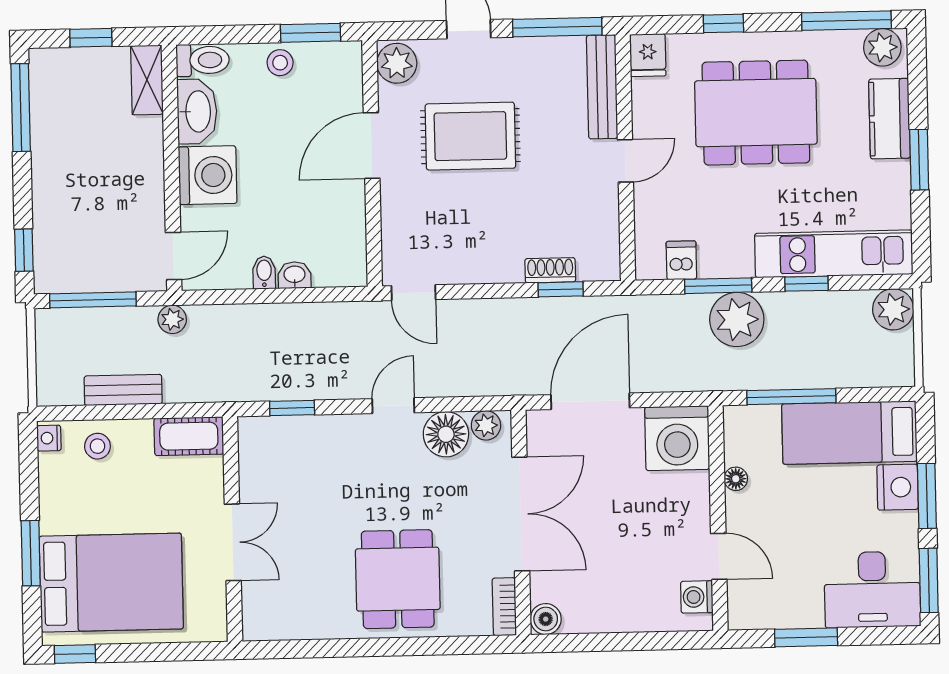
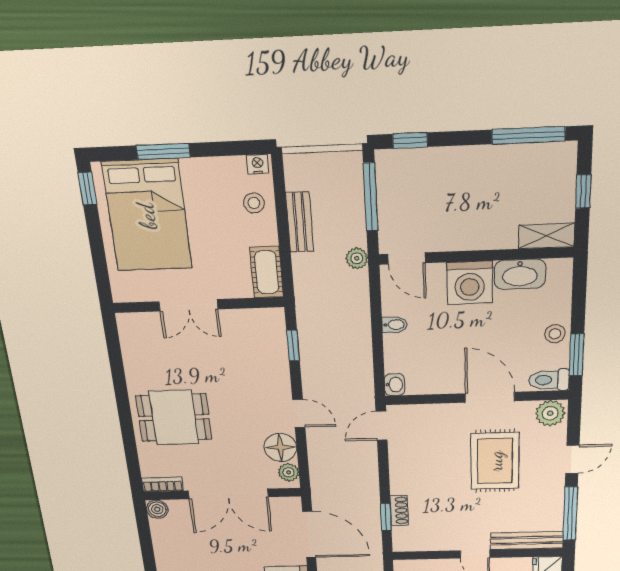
toilet: (203, 60) -> (549, 380), moved, turned 90
washbasin: (295, 275) -> (395, 385), moved

